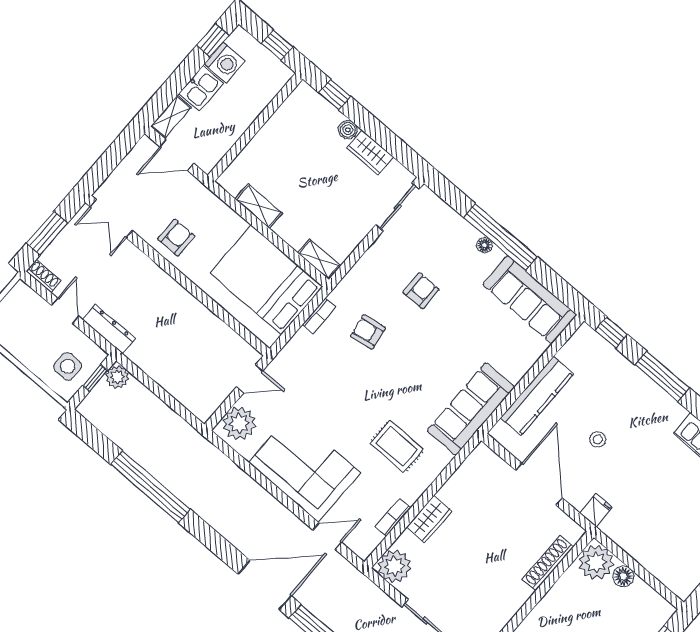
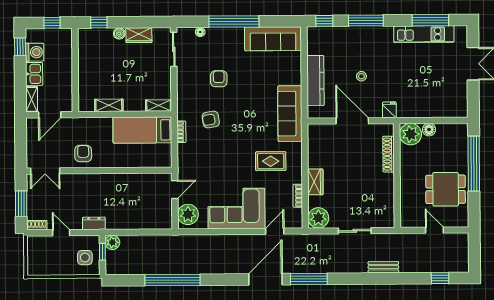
floor lamp: (484, 245) -> (200, 32), moved
bed: (266, 280) -> (142, 130), width x0.67
dresser: (109, 329) -> (94, 223), width x0.70

